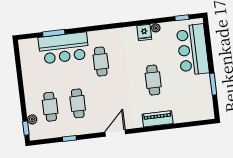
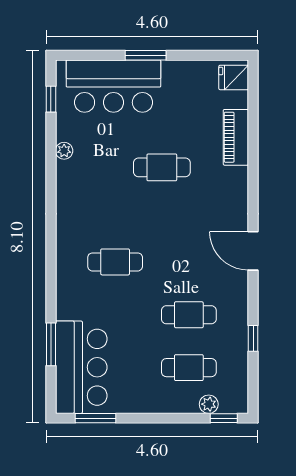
fridge: (144, 33) -> (234, 77), moved, turned 180
bar counter: (64, 48) -> (81, 367), moved
window: (18, 61) -> (95, 418), added
window: (213, 84) -> (146, 55), moved
piano: (158, 119) -> (236, 137), moved

